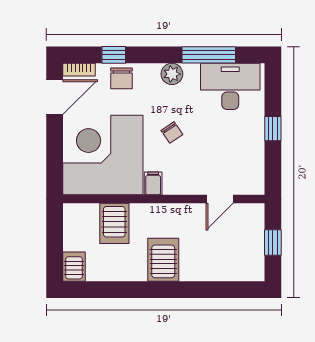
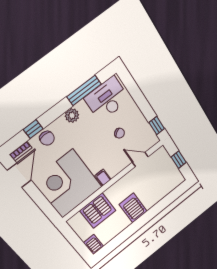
window: (273, 129) -> (157, 126), moved
chair: (172, 132) -> (119, 133), moved
door: (220, 199) -> (140, 159), swing flipped
server rack: (114, 223) -> (98, 211), width x1.60

